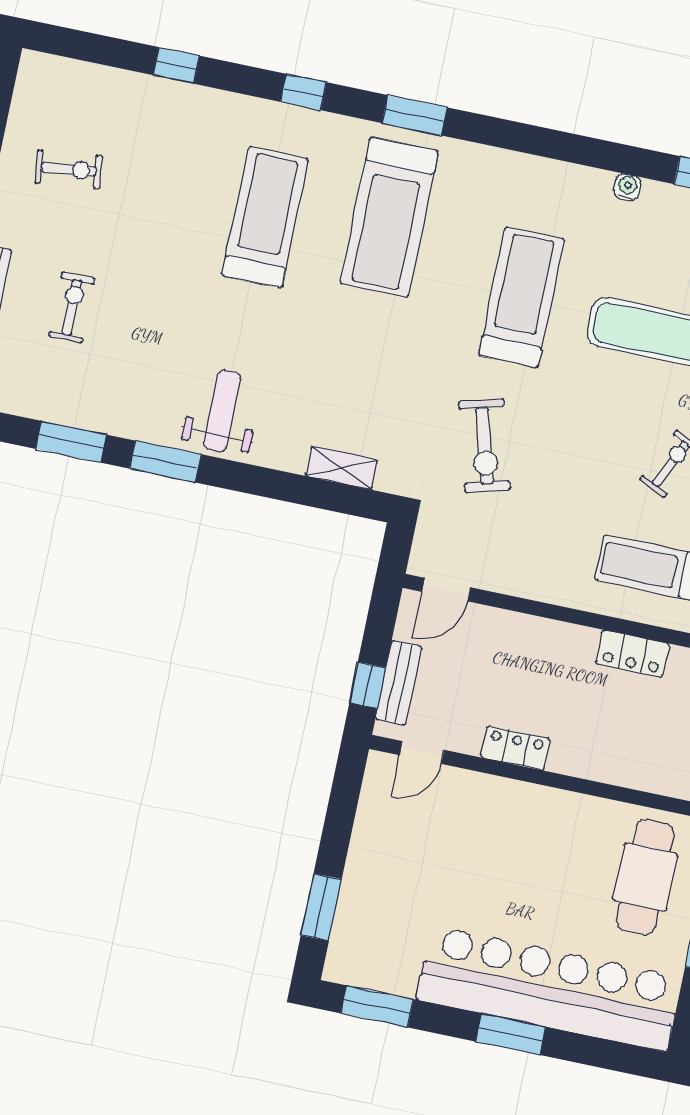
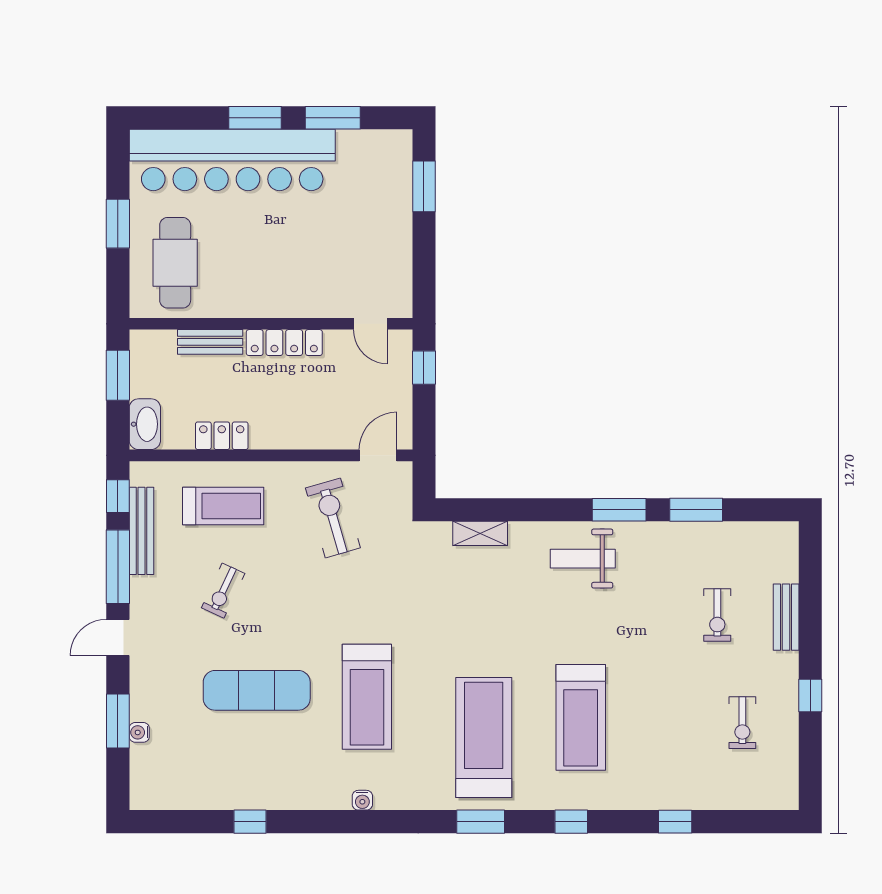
exercise bike: (69, 169) -> (742, 723), turned -83
water cooler: (627, 187) -> (362, 800), moved
weight bench: (222, 411) -> (583, 559), turned 90
exercise bike: (484, 446) -> (333, 518), moved
bench: (399, 683) -> (210, 342), moved, turned 90
locker: (516, 748) -> (284, 343), width x1.53
door: (422, 753) -> (371, 324), swing flipped
window: (377, 1006) -> (333, 118), moved

